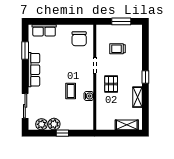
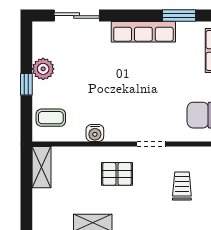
coffee table: (71, 91) -> (51, 118), moved
plant: (42, 124) -> (43, 46), removed
shelving: (127, 125) -> (42, 167), moved

